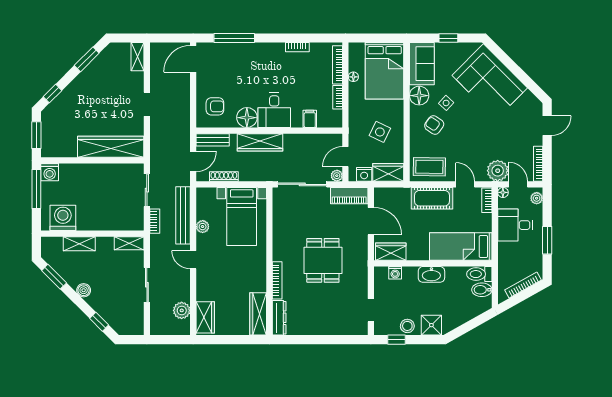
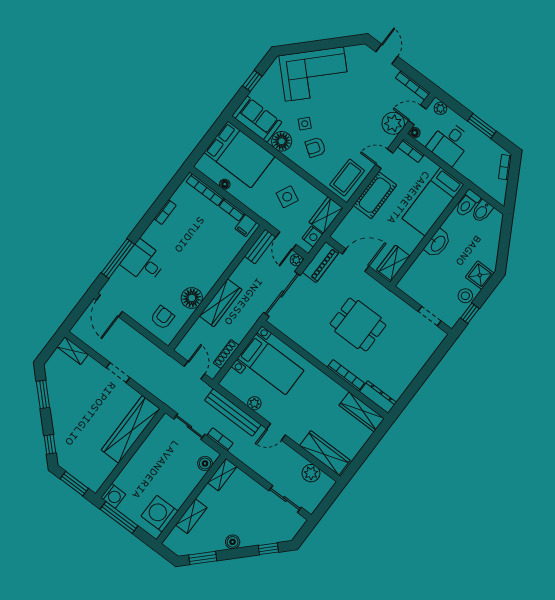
desk: (274, 110) -> (144, 262), moved, turned 180
filing cabinet: (310, 119) -> (246, 226), moved, turned -90
bench: (213, 140) -> (260, 246), moved
boiler: (128, 224) -> (205, 464), added
washing machine: (395, 273) -> (414, 272), removed
sliding door: (147, 285) -> (285, 499), moved
bookcase: (523, 285) -> (505, 167), width x0.64
wardrobe: (205, 317) -> (325, 453), width x1.50

